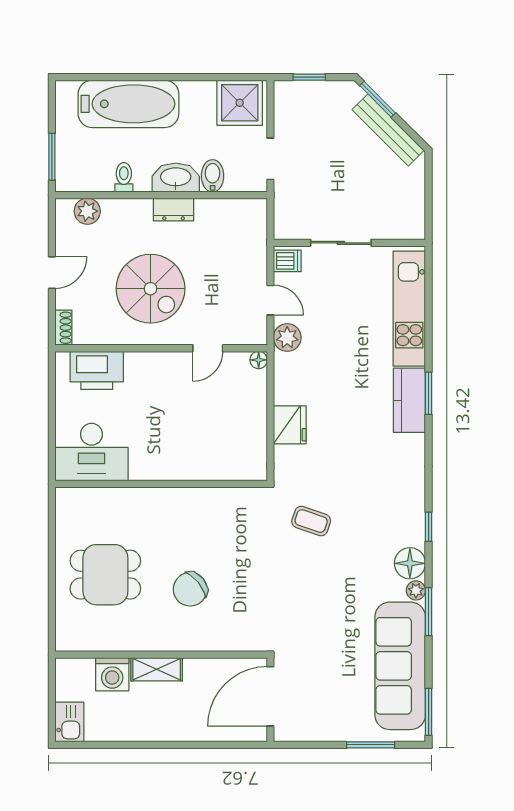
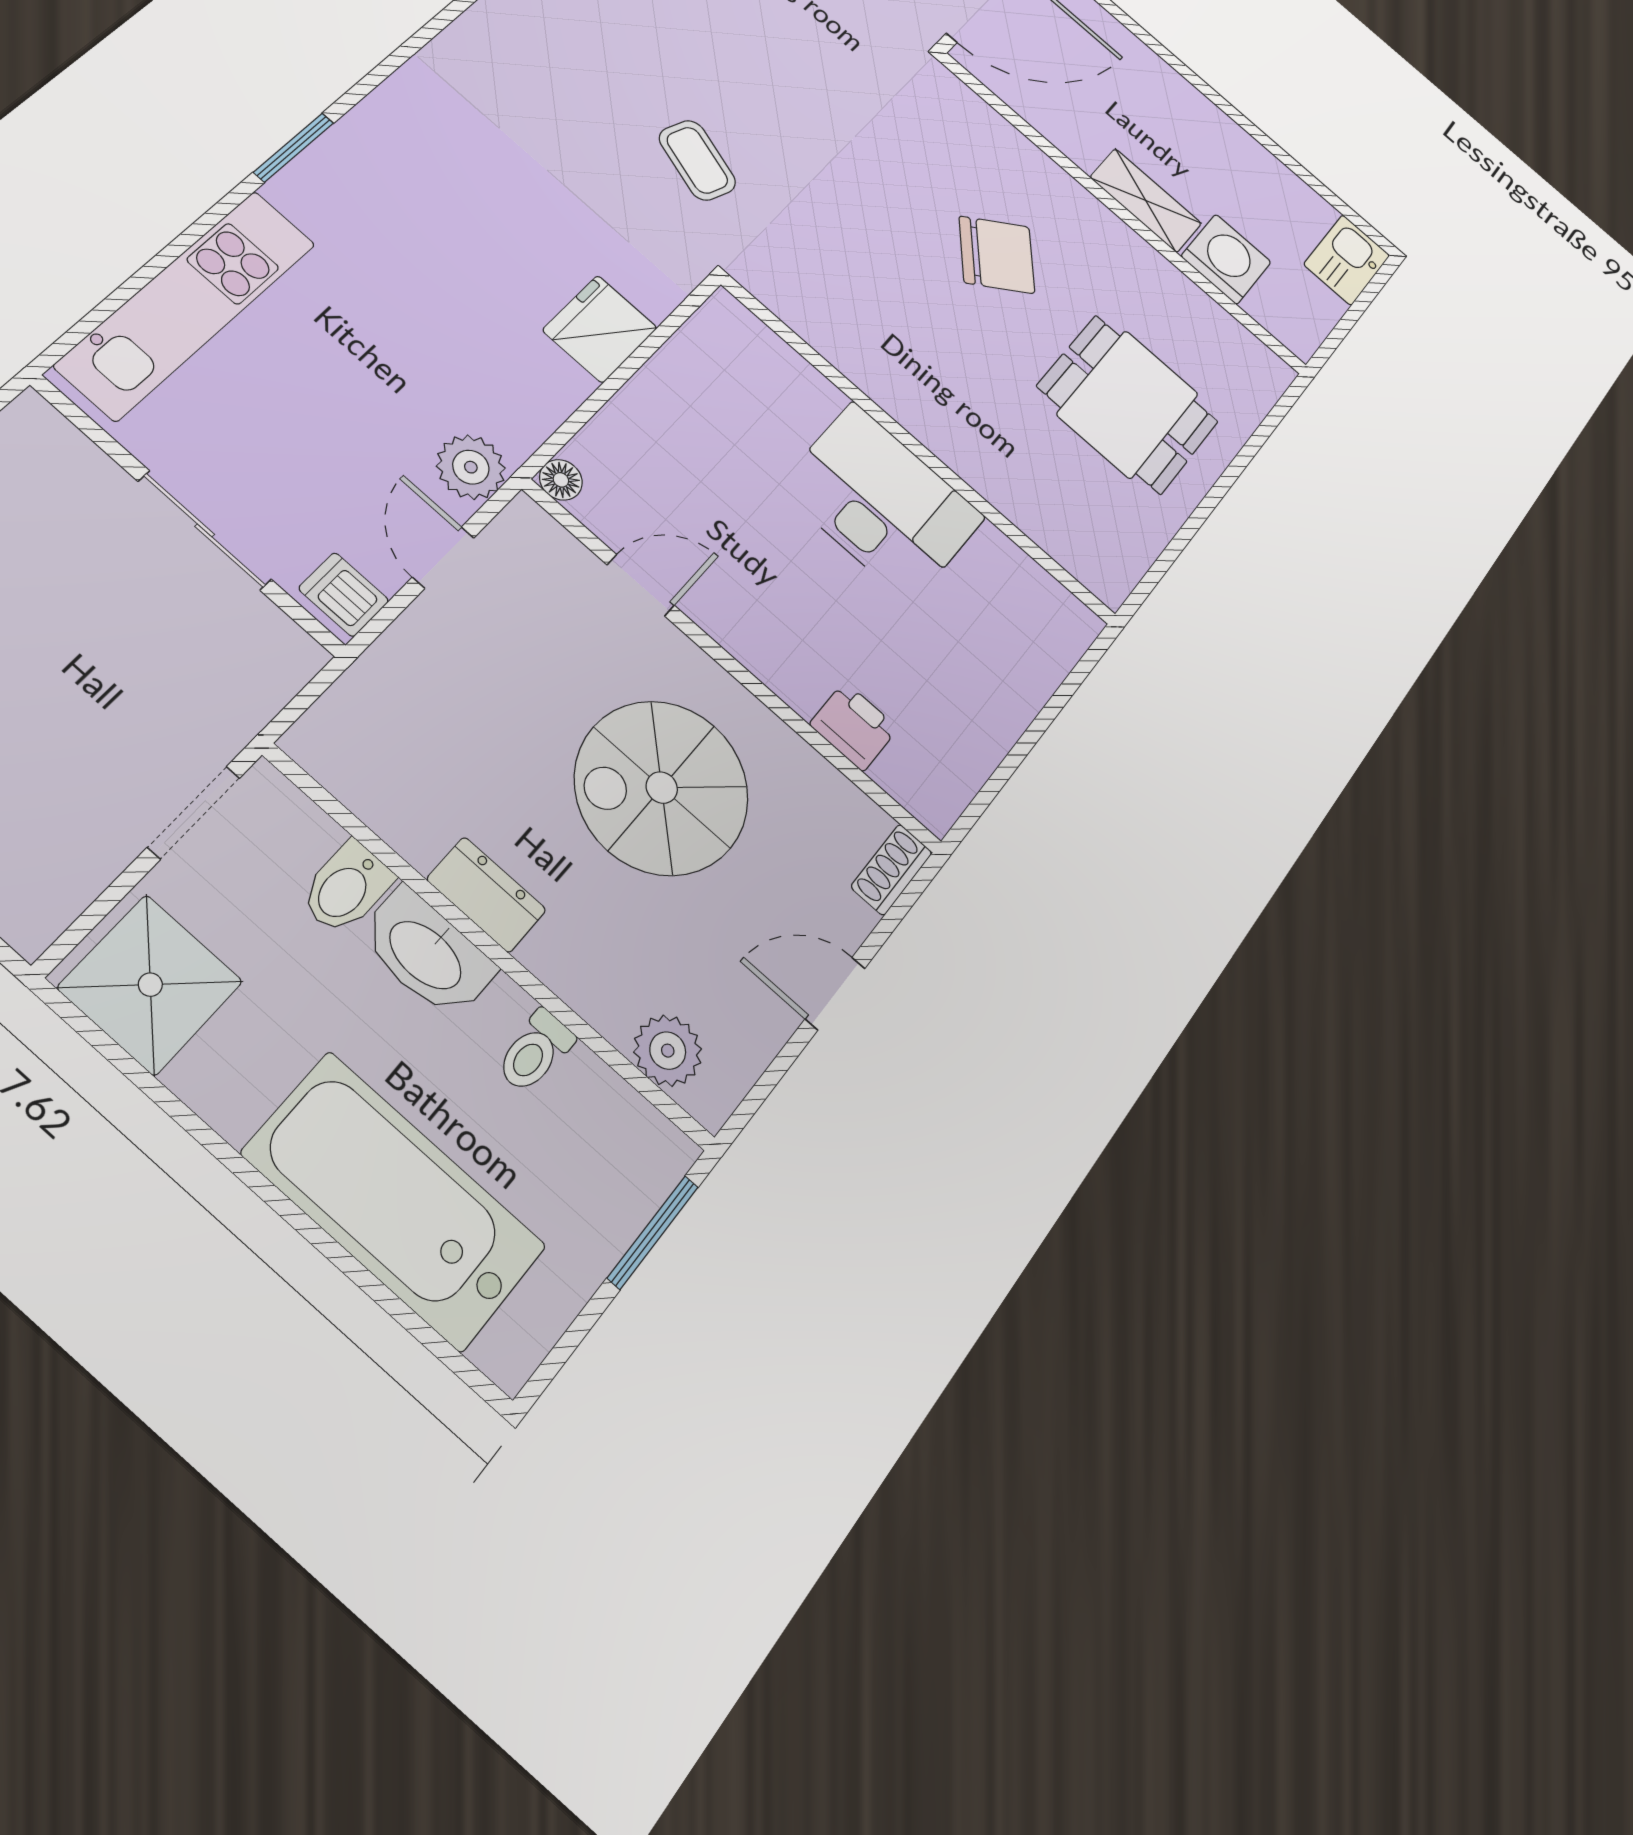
spiral stairs: (151, 289) -> (662, 788), turned -90
printer: (97, 370) -> (854, 726), width x0.53, depth x0.68
kitchen counter: (409, 400) -> (340, 169), removed
desk: (91, 452) -> (882, 502), moved

